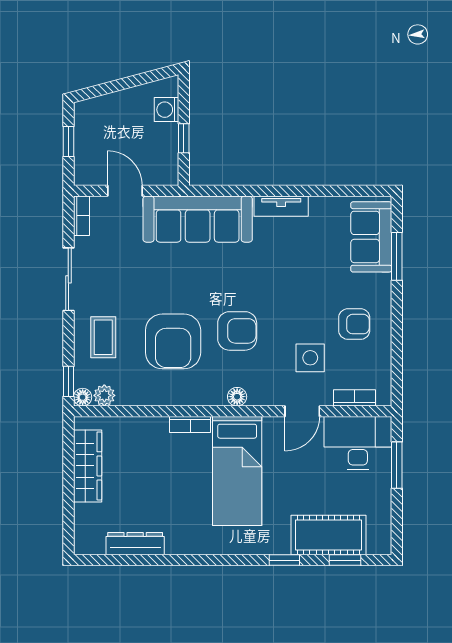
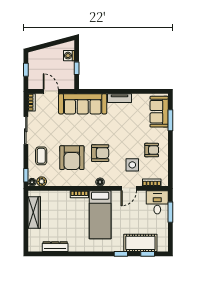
desk: (358, 443) -> (157, 202), width x0.73

